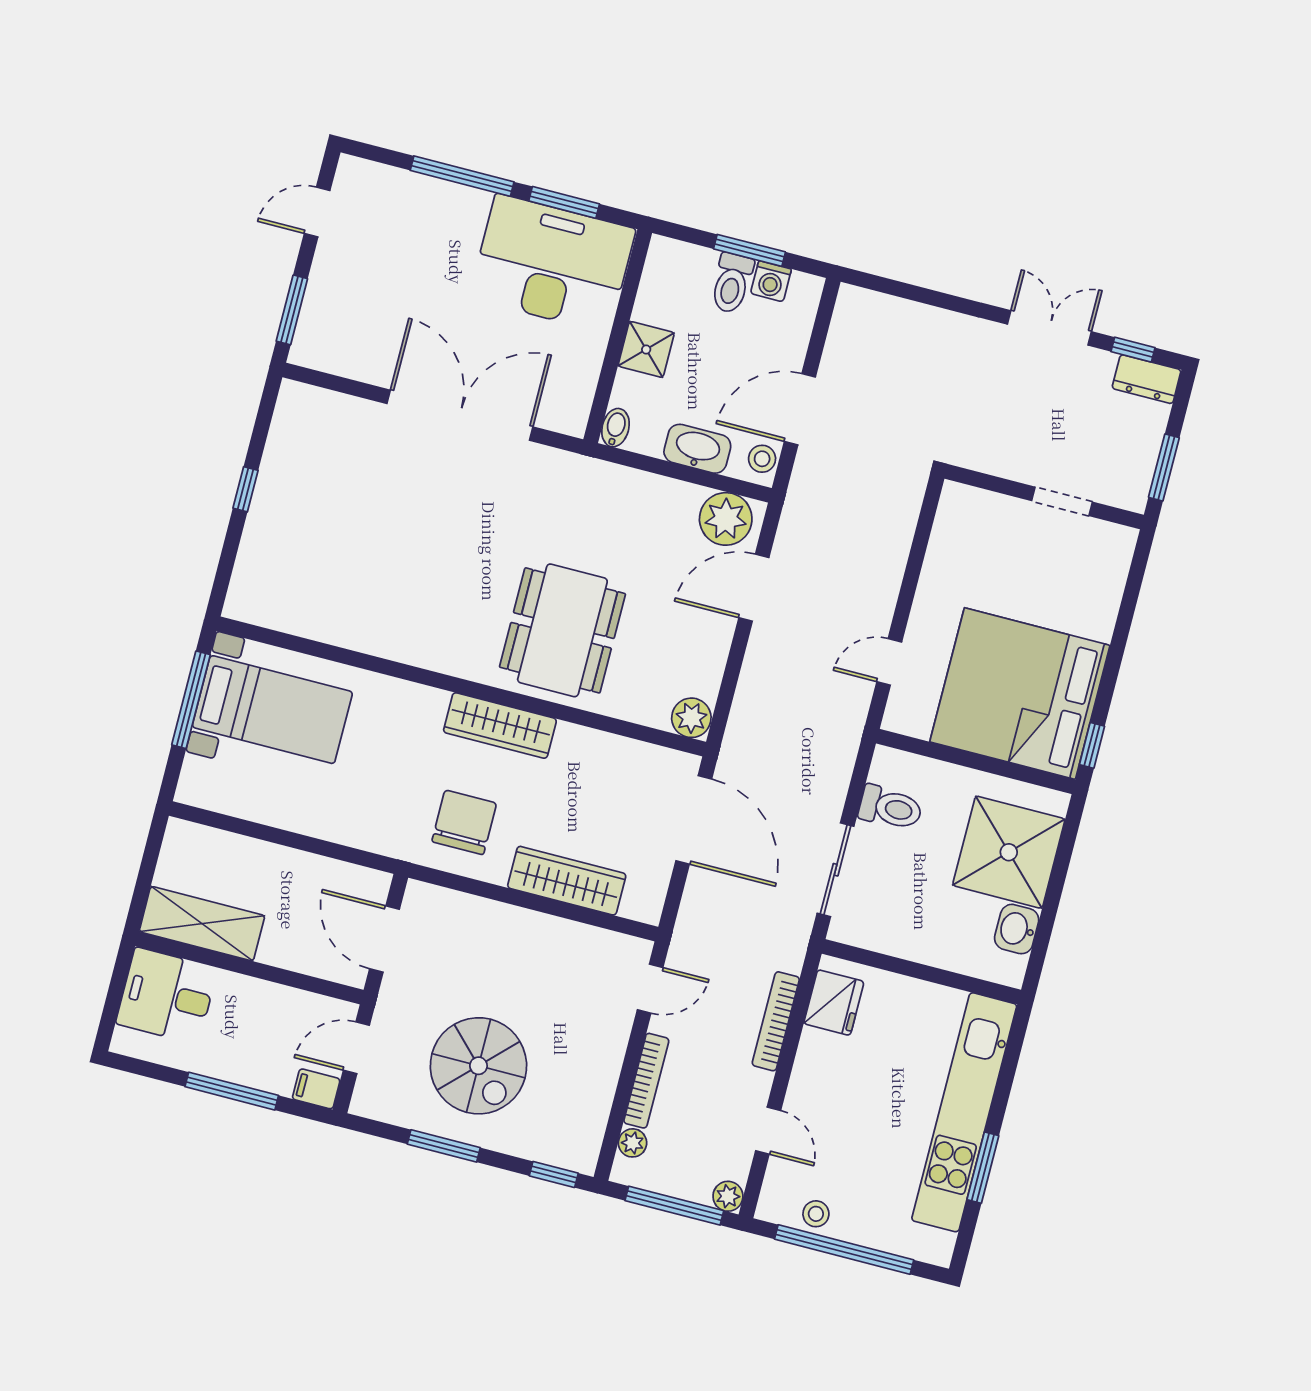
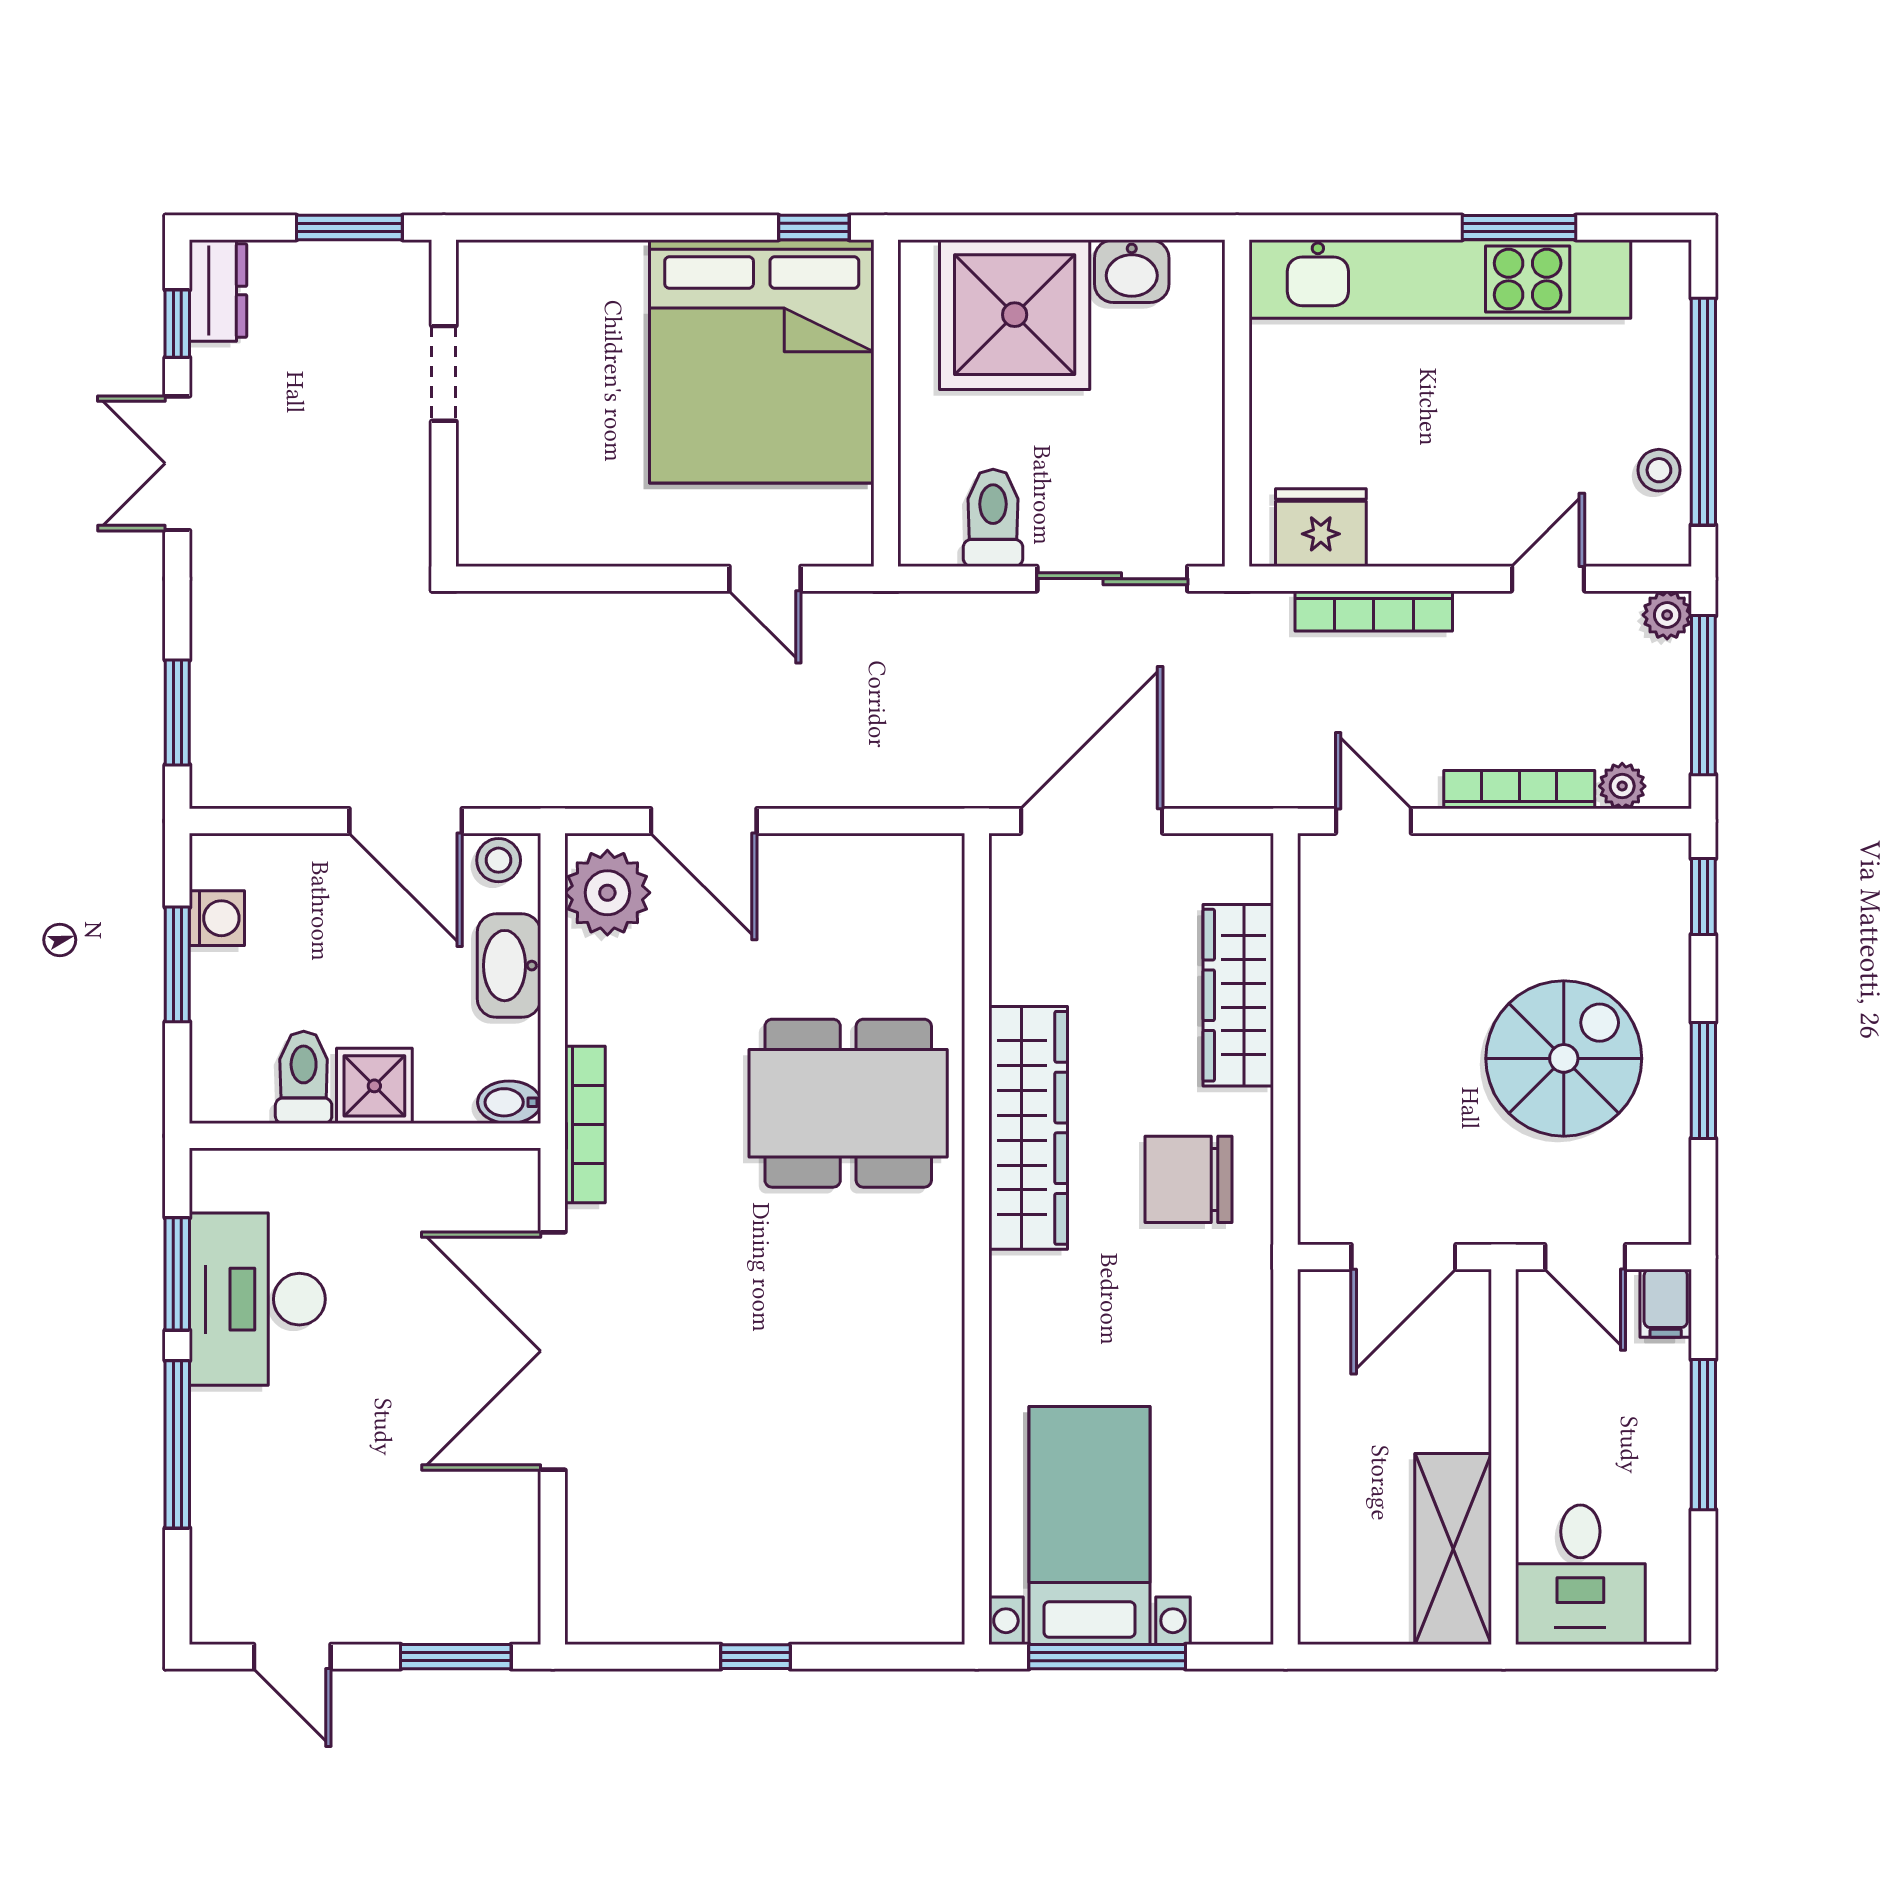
desk: (552, 263) -> (257, 1299), width x0.73, depth x0.77
toilet: (732, 283) -> (304, 1077), moved, turned -90
window: (900, 289) -> (177, 712), added
bookcase: (590, 470) -> (585, 1125), added
plant: (691, 718) -> (933, 866), removed
wardrobe: (500, 726) -> (1028, 1128), width x1.40, depth x1.17

